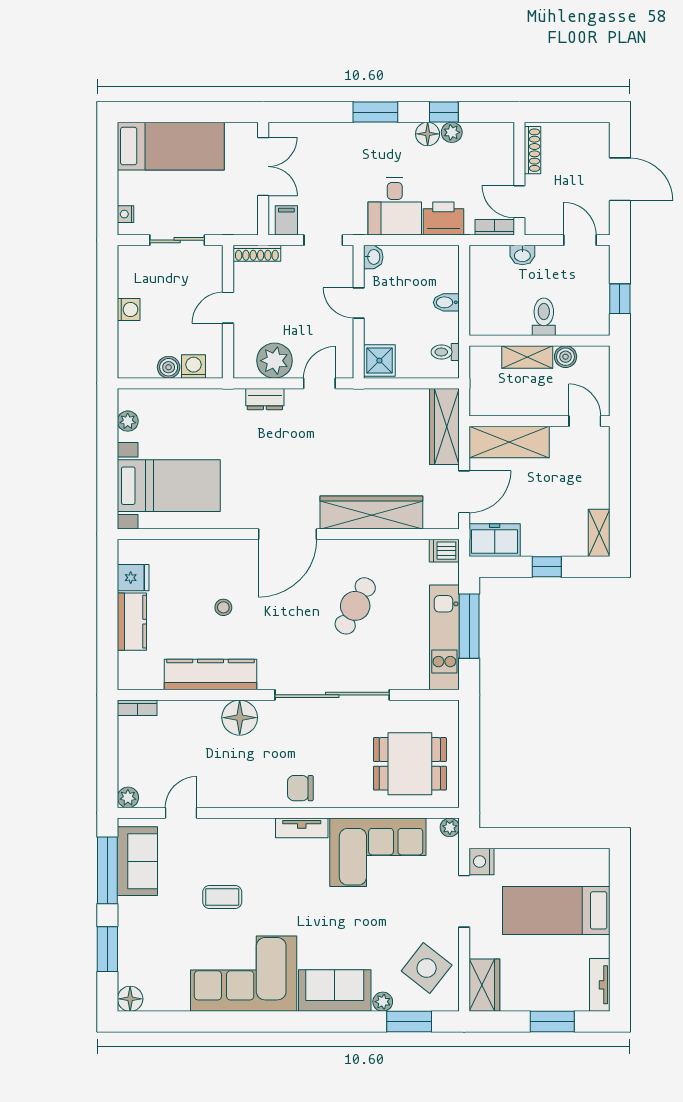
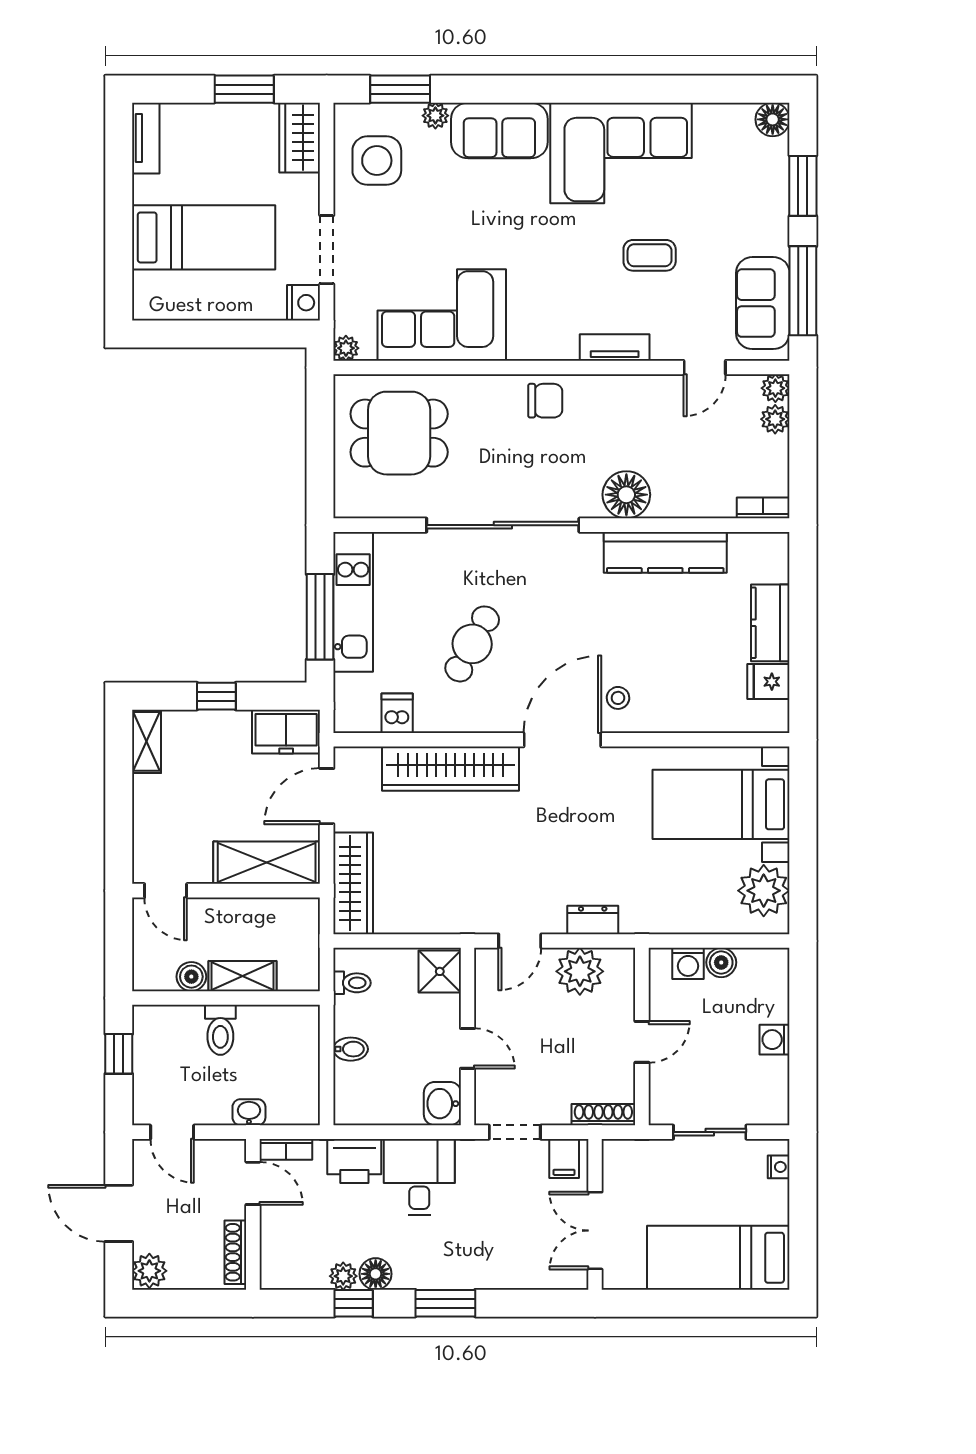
plant: (597, 136) -> (149, 1271), added
washbasin: (373, 257) -> (442, 1104), width x1.38, depth x1.45
plant: (128, 421) -> (764, 891), width x1.88, depth x1.88
dishwasher: (444, 551) -> (397, 713), moved, turned -90
stool: (223, 607) -> (618, 698), moved
plant: (128, 774) -> (775, 419), added
tv unit: (302, 828) -> (615, 347), moved
side table: (427, 968) -> (377, 161), turned -38
window: (552, 1021) -> (244, 89), moved

